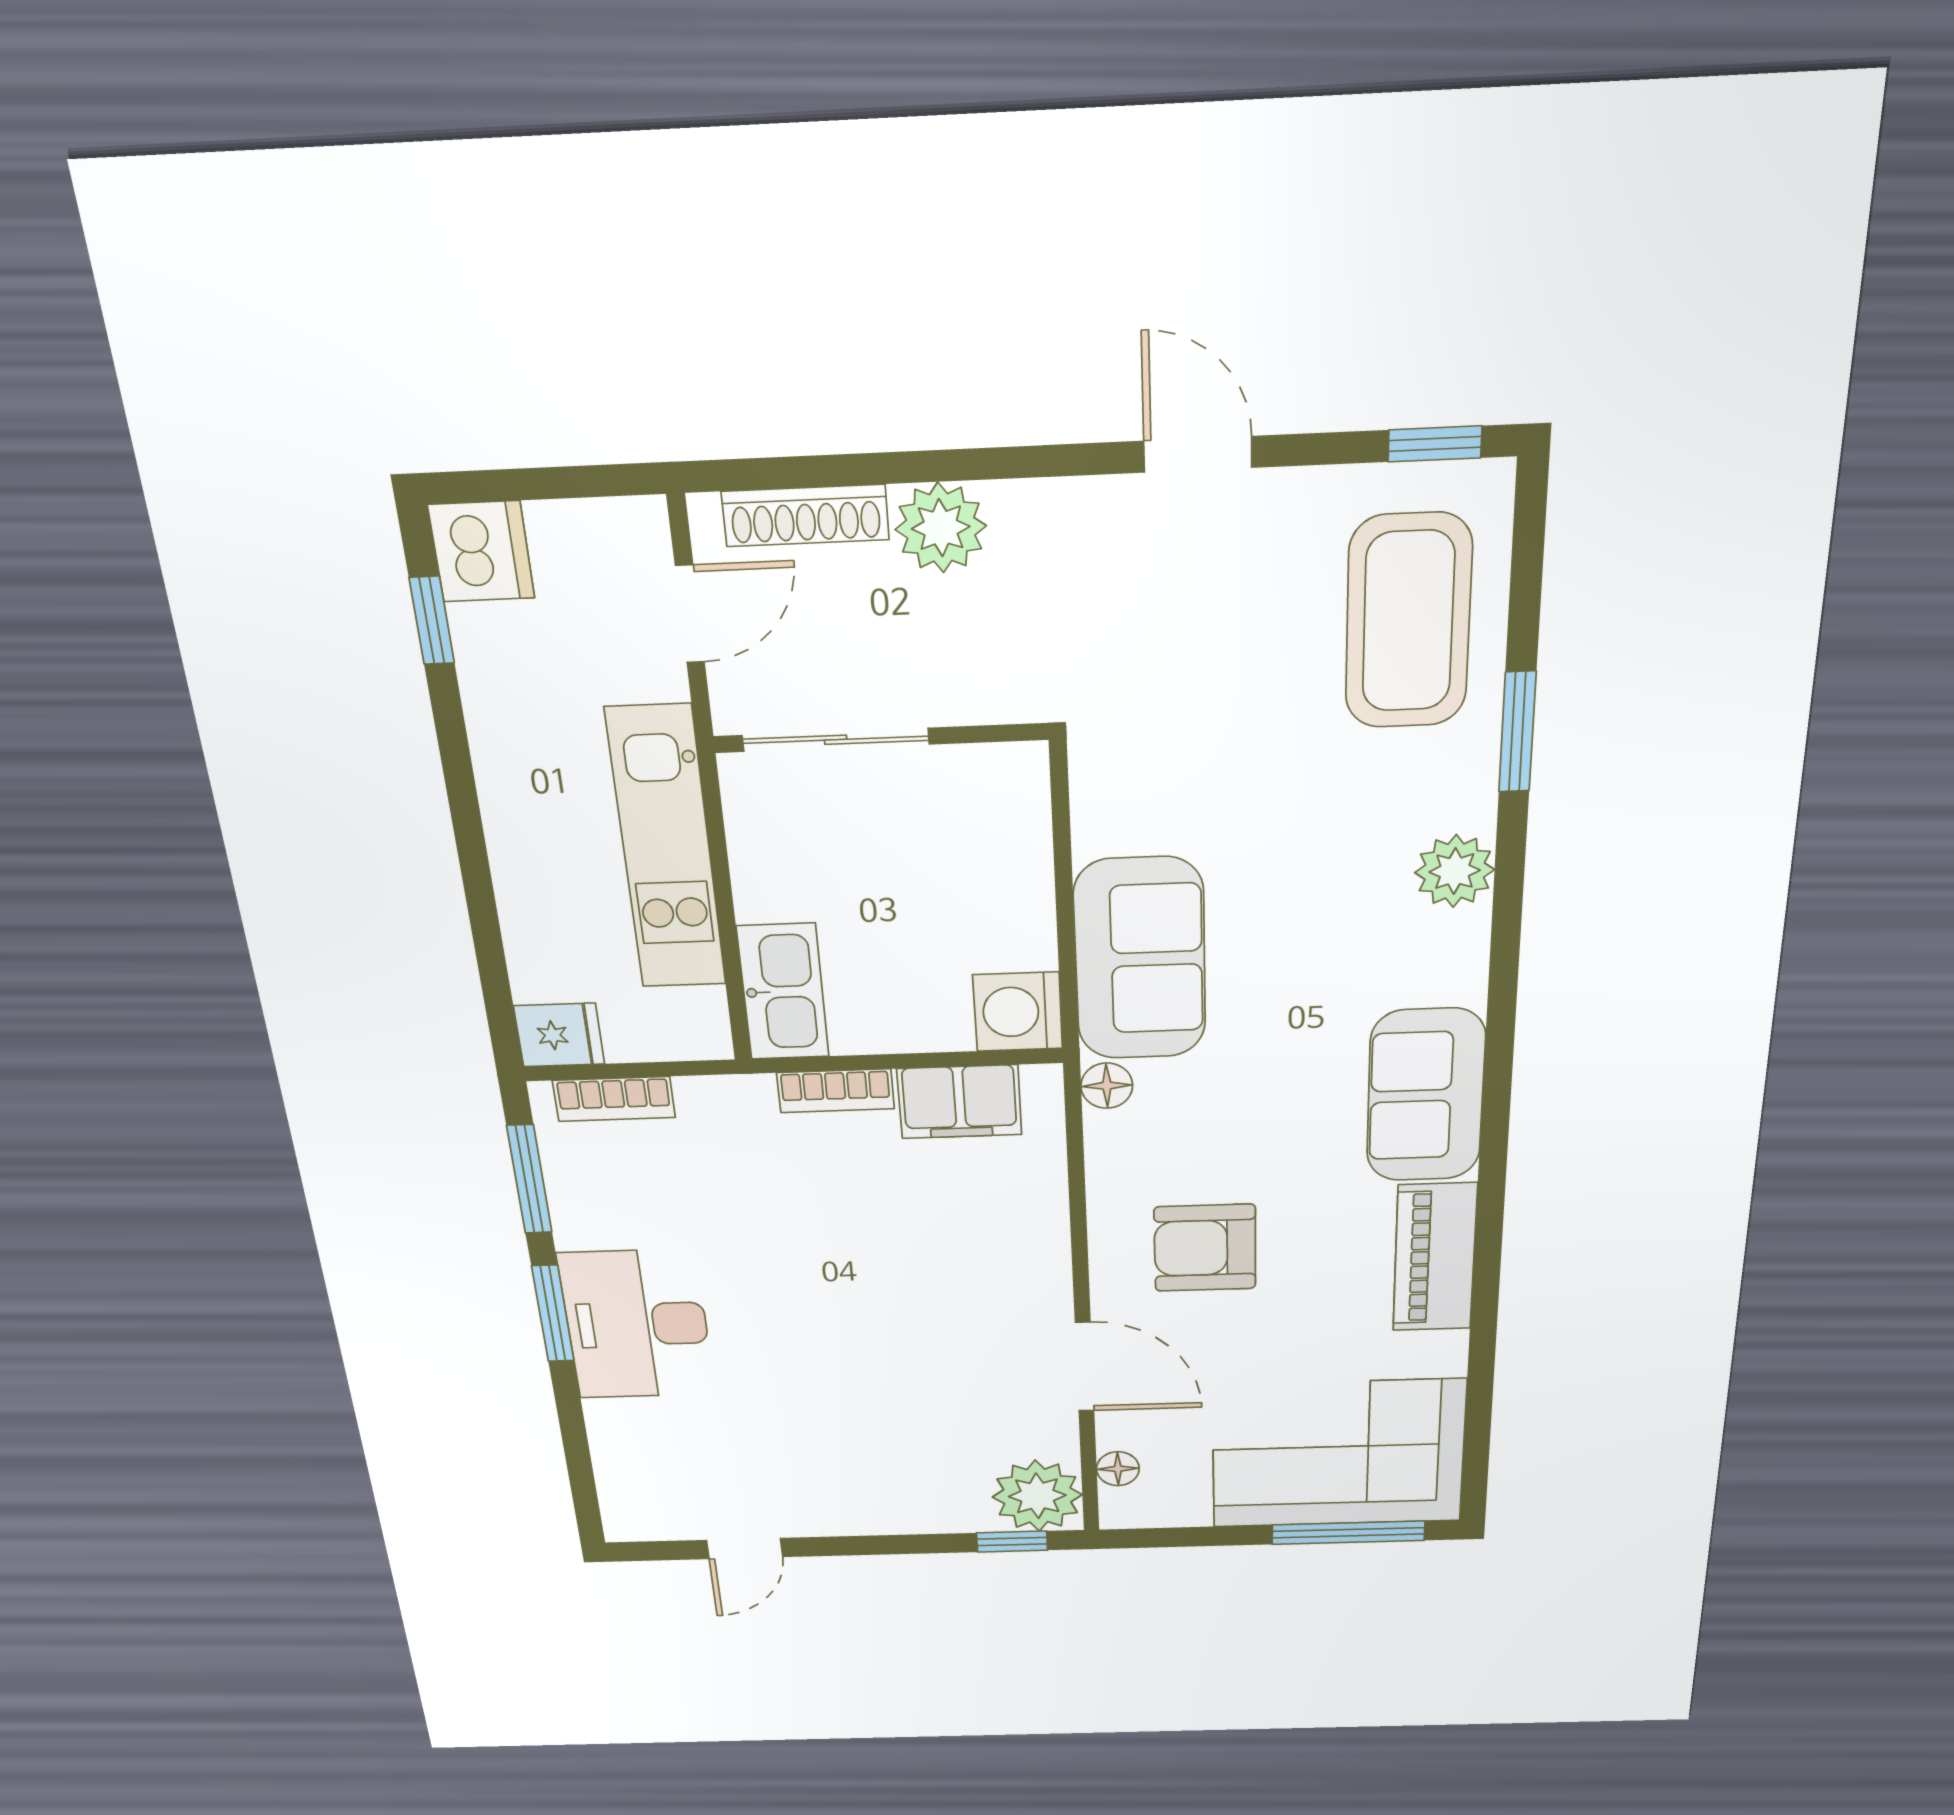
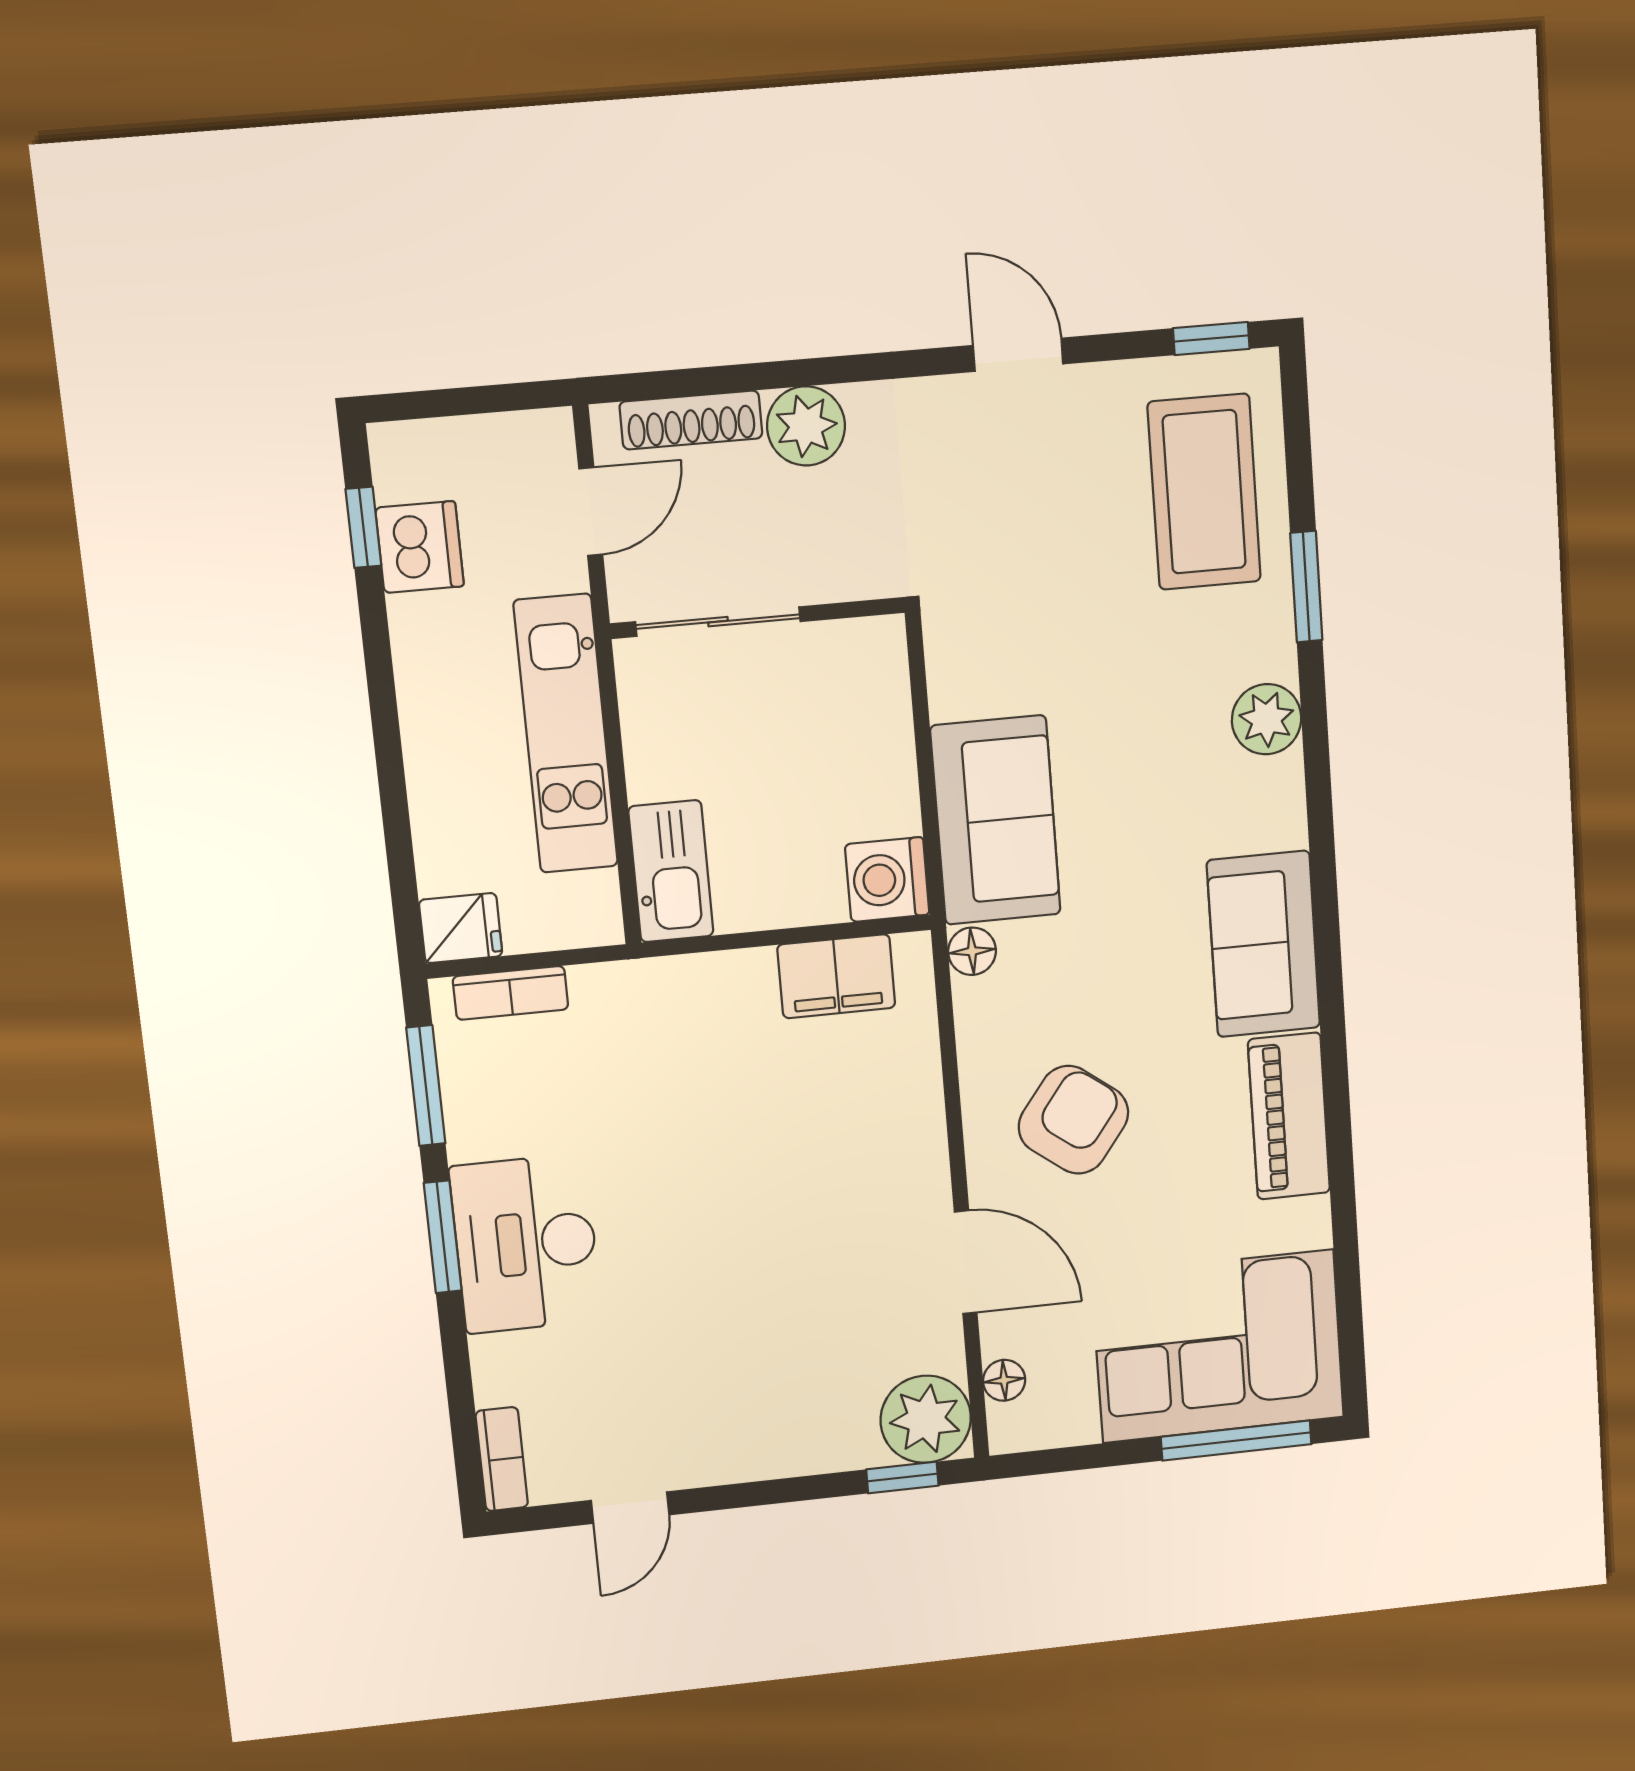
dishwasher: (481, 551) -> (420, 547), moved
bookcase: (836, 1091) -> (502, 1459), moved, turned -90
armchair: (1205, 1248) -> (1073, 1120), turned 127

